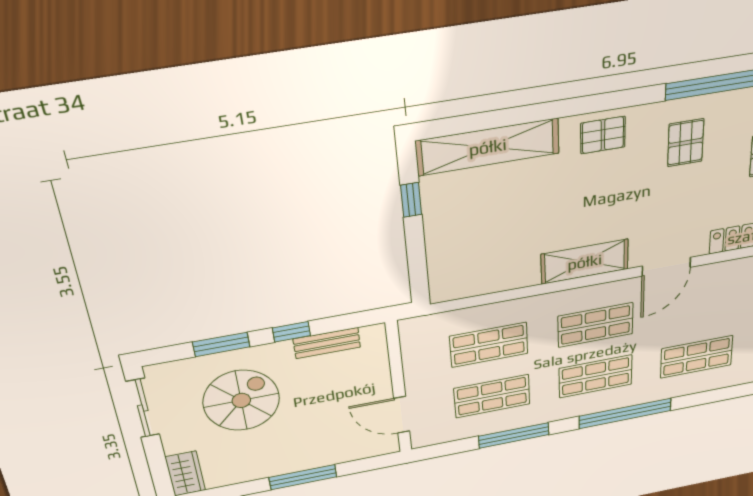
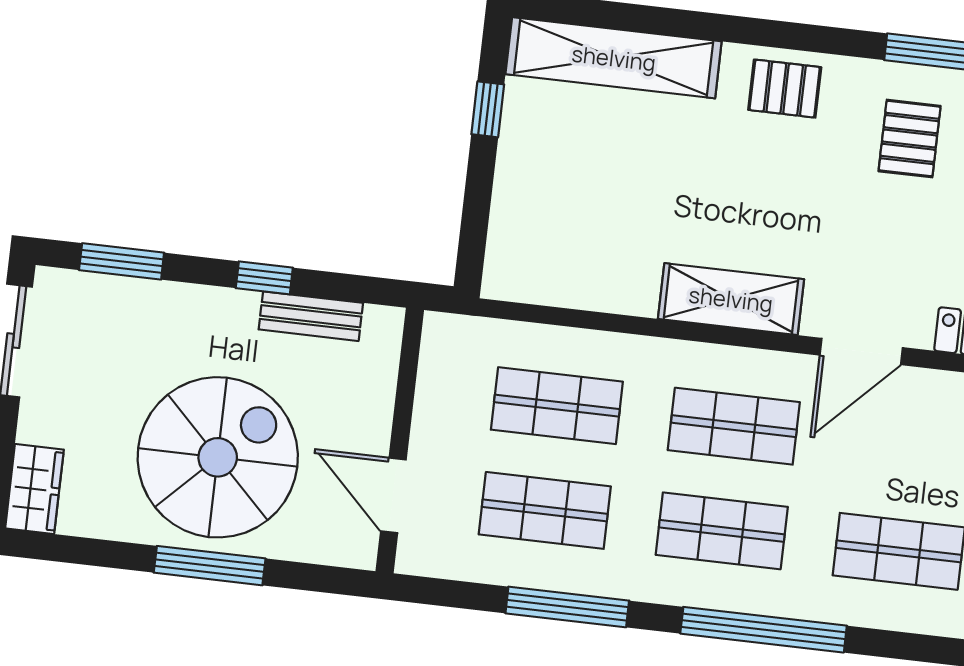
window: (221, 344) -> (122, 261), moved
spiral stairs: (241, 400) -> (218, 457), moved, width x1.37, depth x1.37

